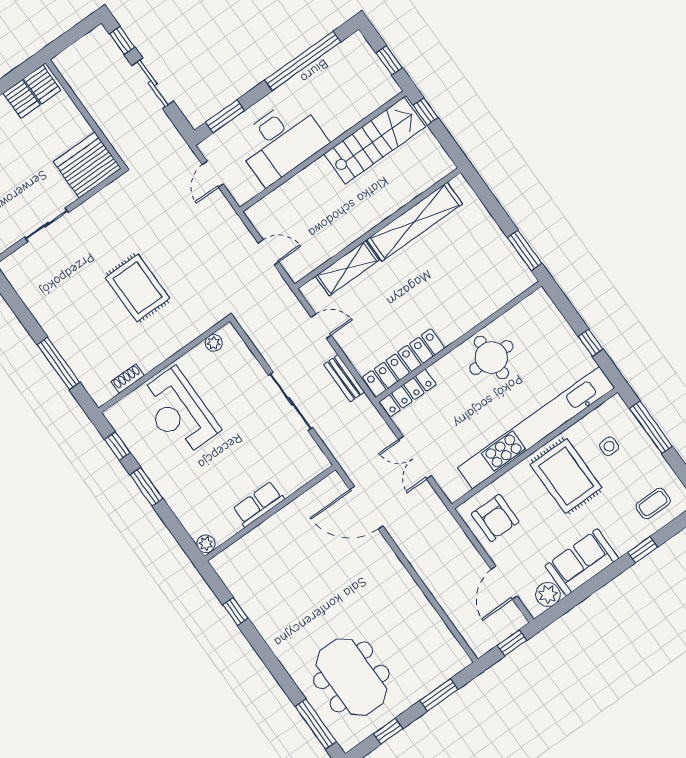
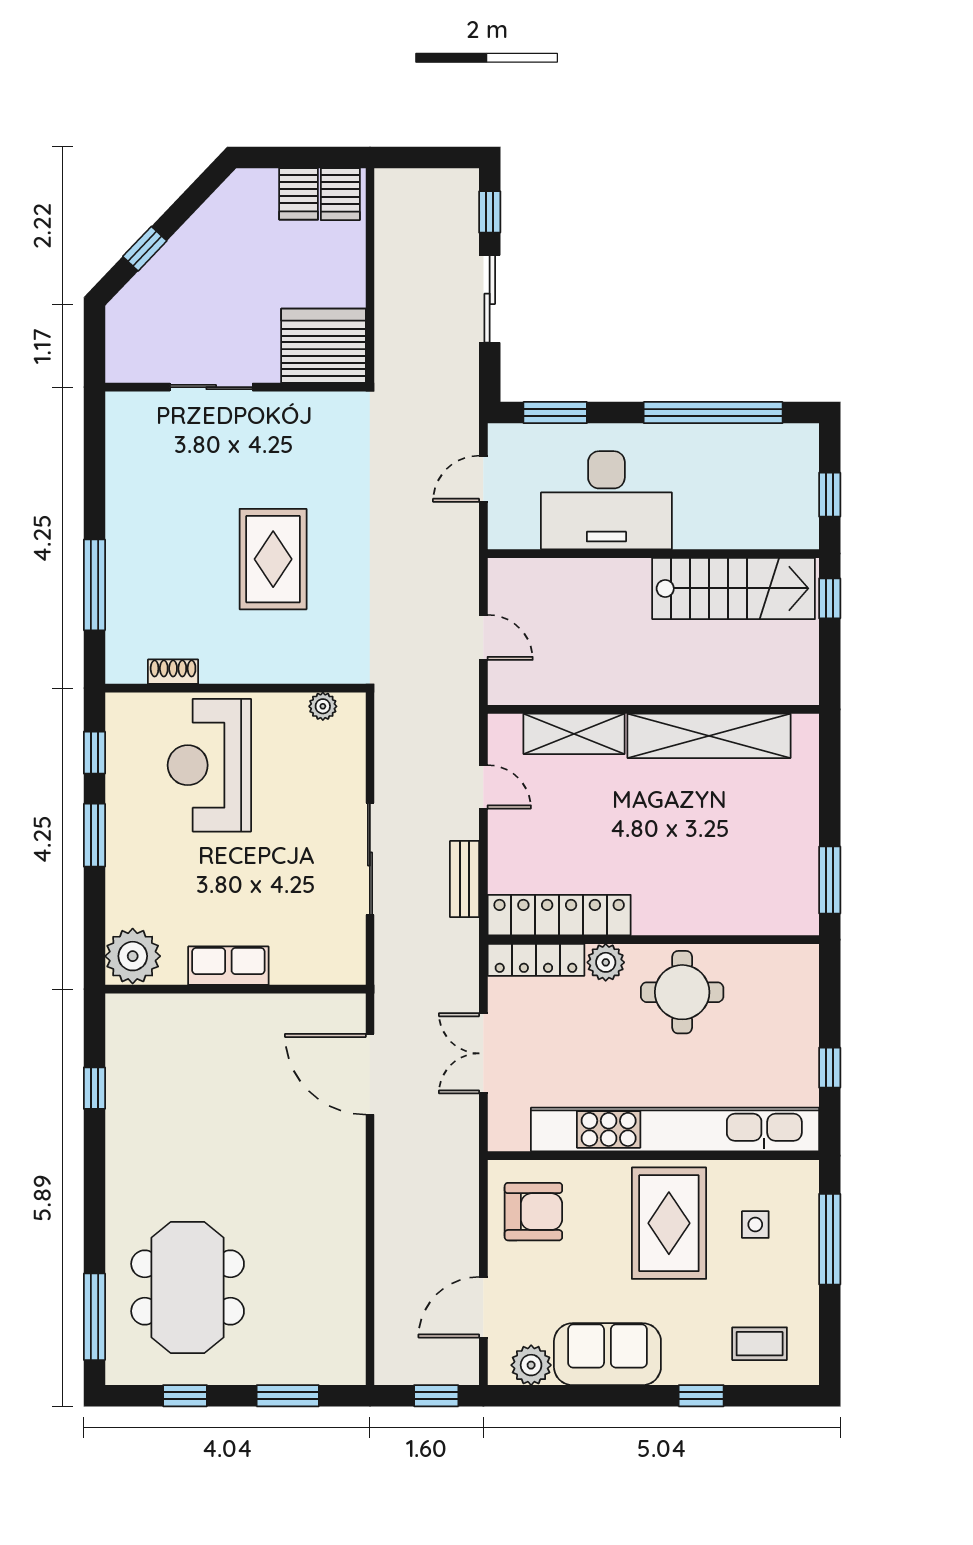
plant: (443, 370) -> (606, 962), added
armchair: (495, 518) -> (533, 1212), turned -90
plant: (206, 544) -> (133, 956), width x1.87, depth x1.87

